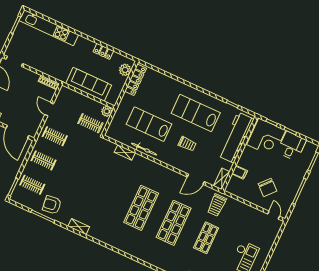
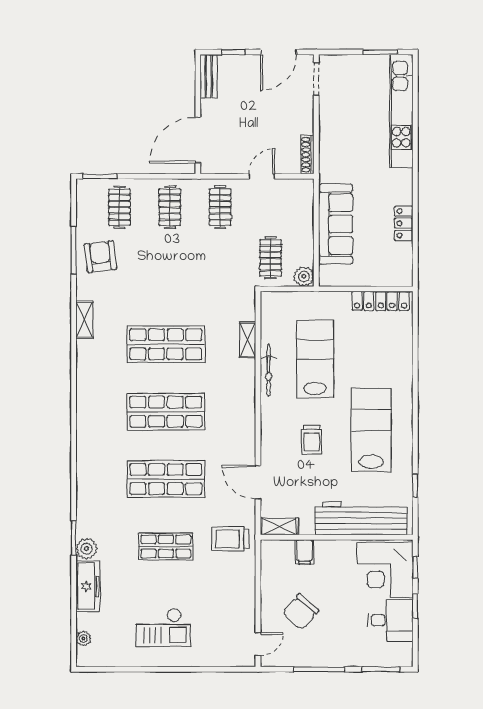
plant: (125, 70) -> (389, 275), removed
shop shelf: (109, 193) -> (166, 344), added

